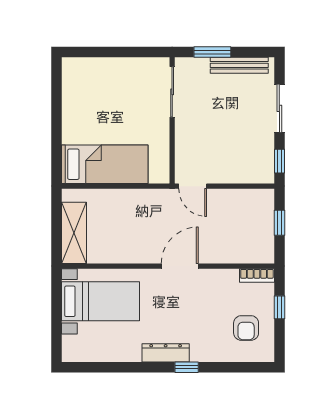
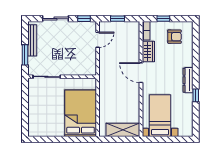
bed: (105, 164) -> (81, 113), width x1.50
door: (193, 186) -> (98, 40), moved
wardrobe: (219, 280) -> (148, 51), added
window: (187, 367) -> (196, 95), moved

